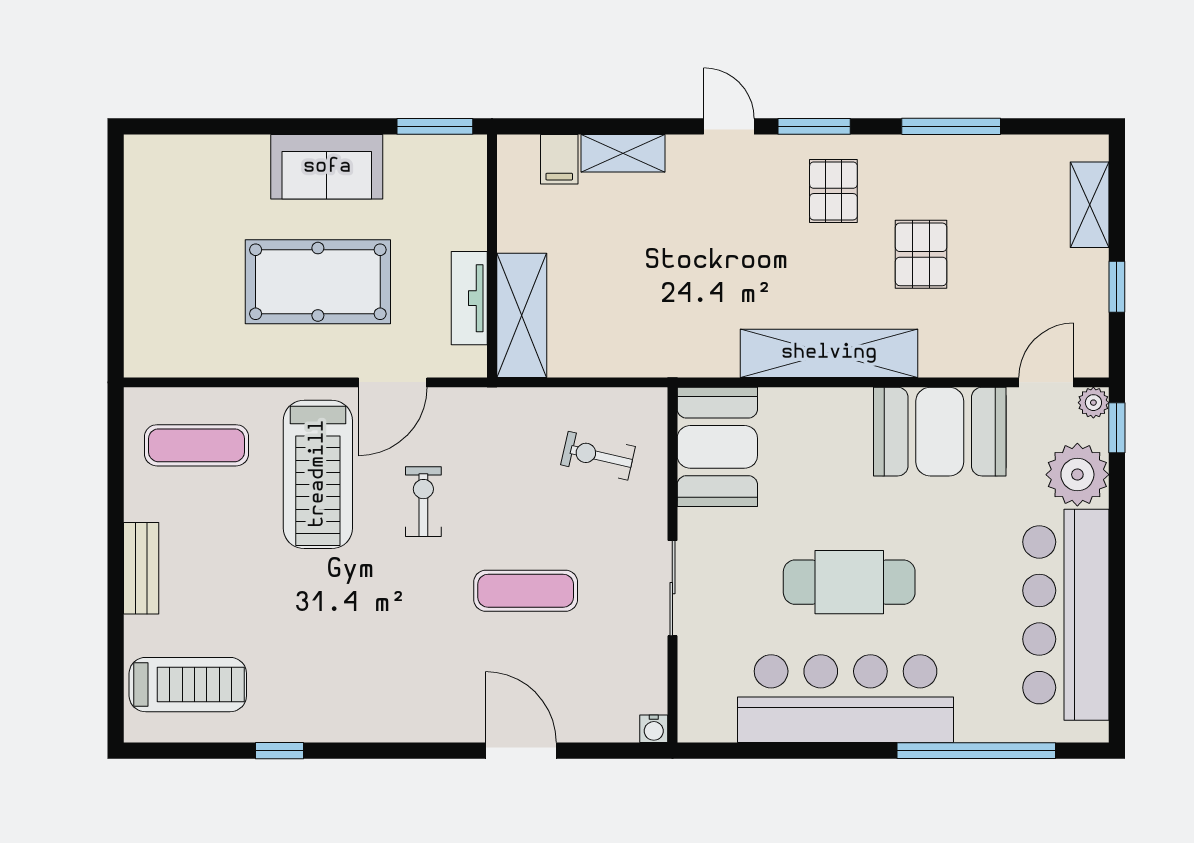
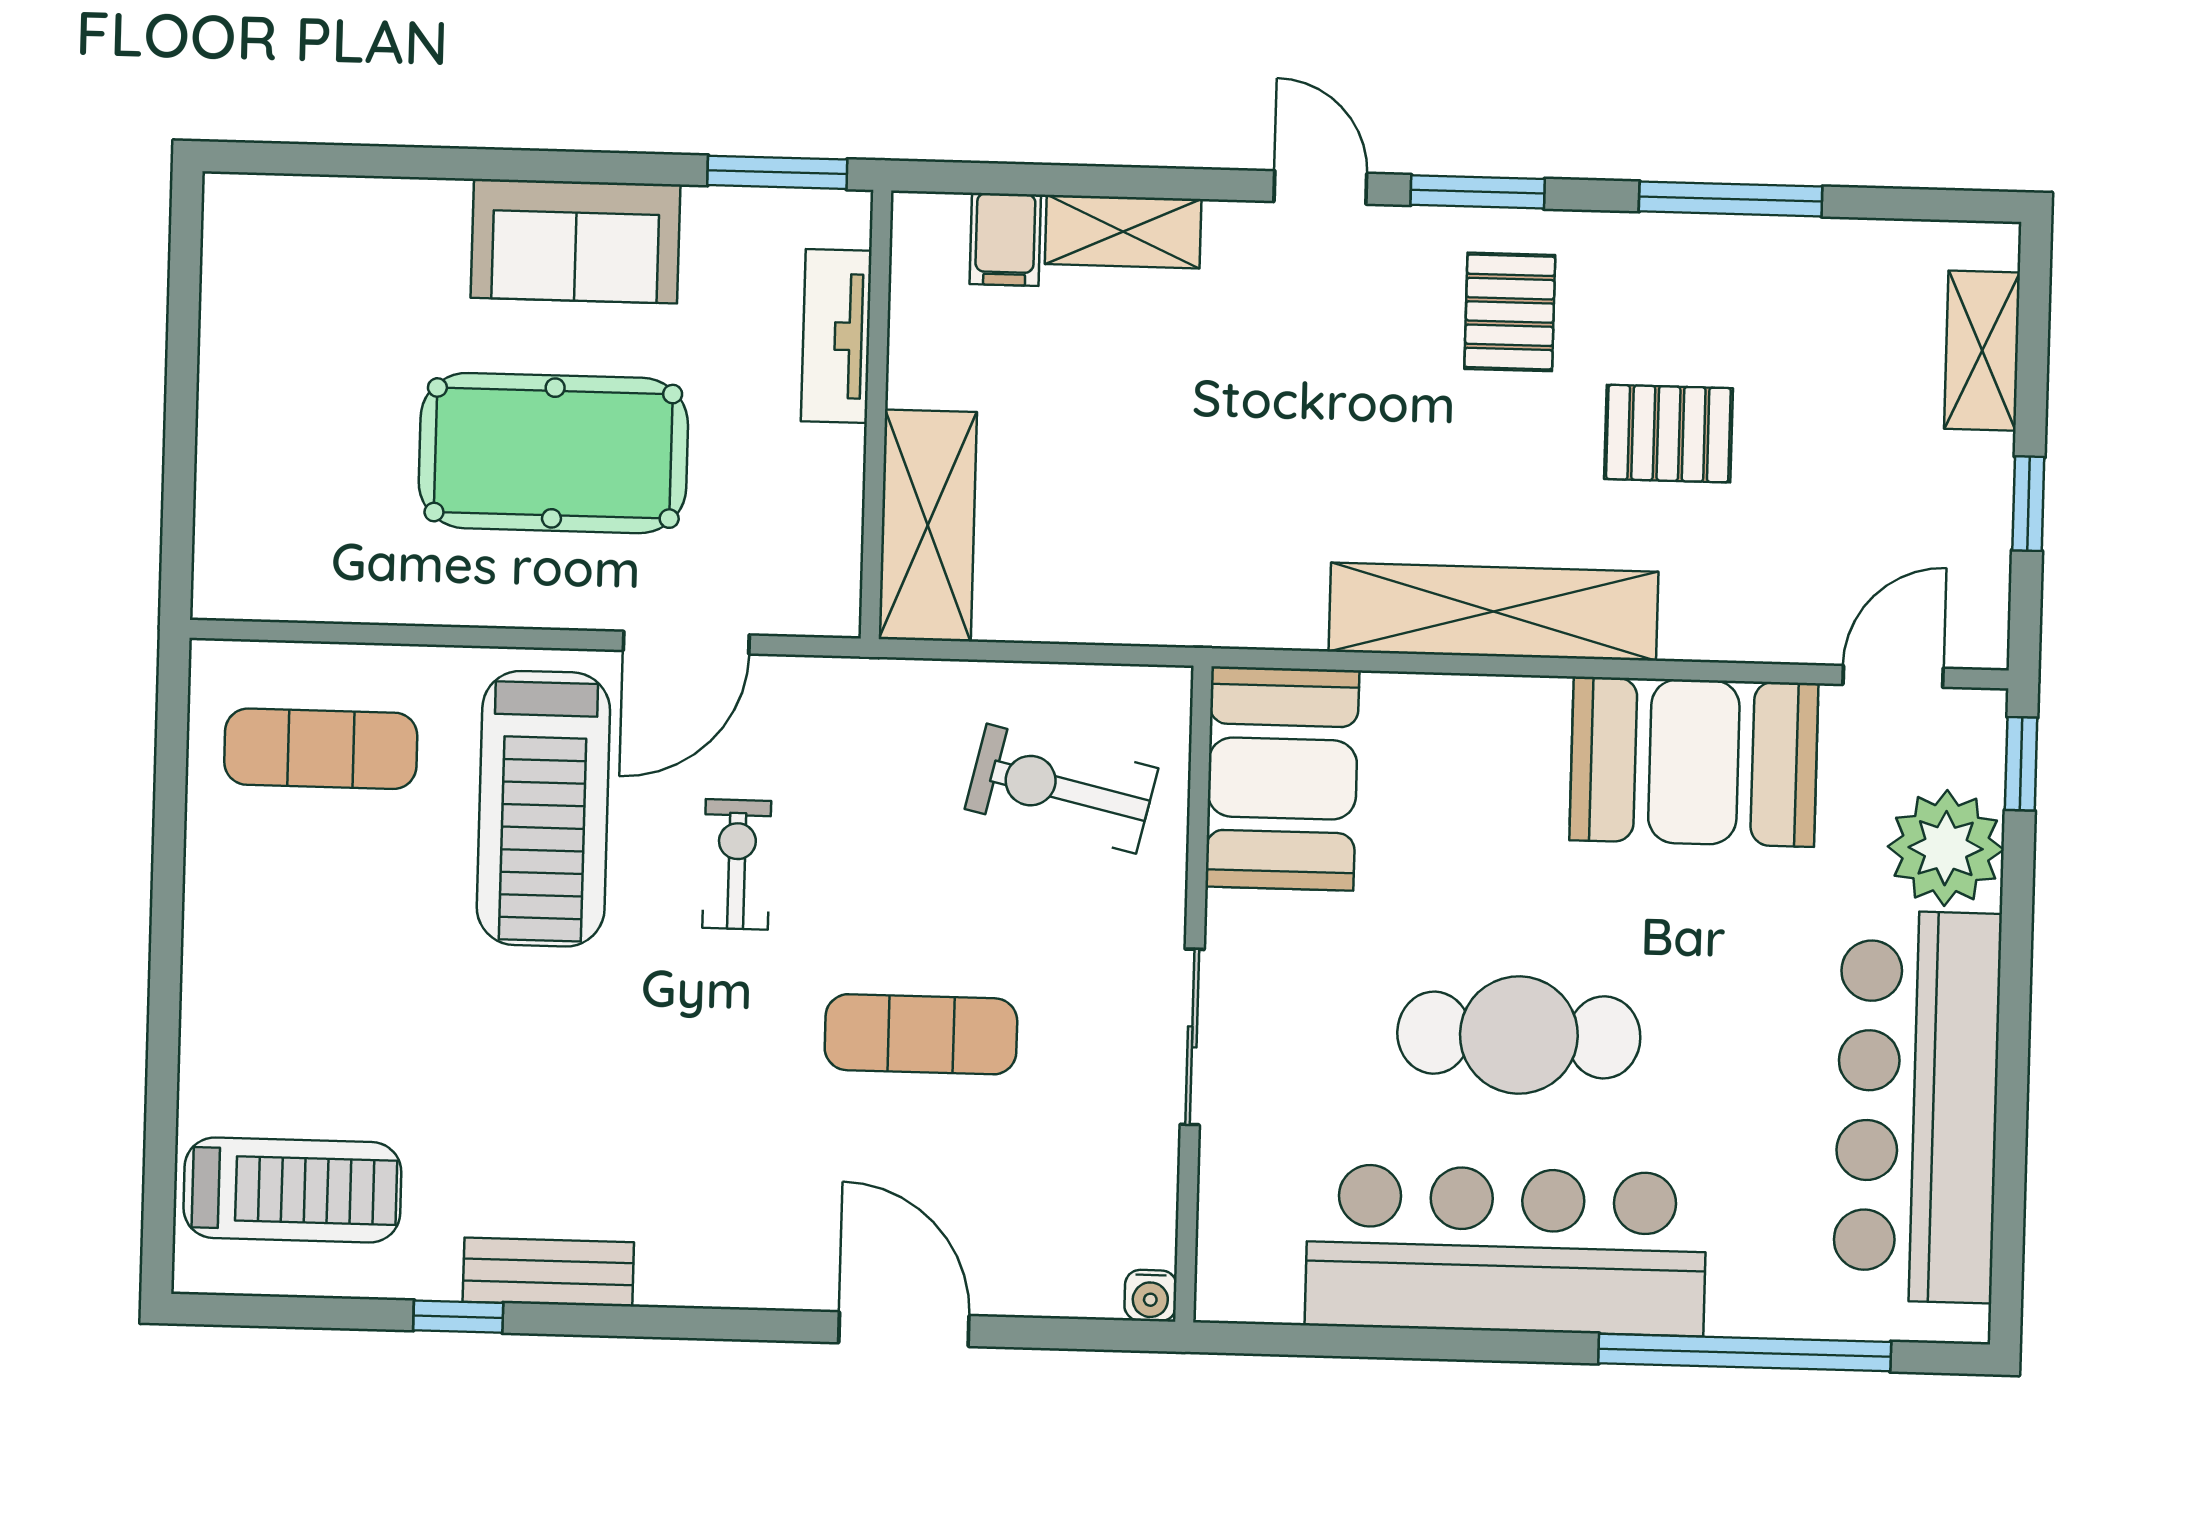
pallet: (921, 254) -> (1668, 434), turned 90
tv unit: (469, 298) -> (836, 336), moved
plant: (1093, 403) -> (1979, 716), removed
exercise bike: (598, 456) -> (1061, 789), width x1.38, depth x1.39
bench: (141, 568) -> (548, 1272), moved, turned 90

